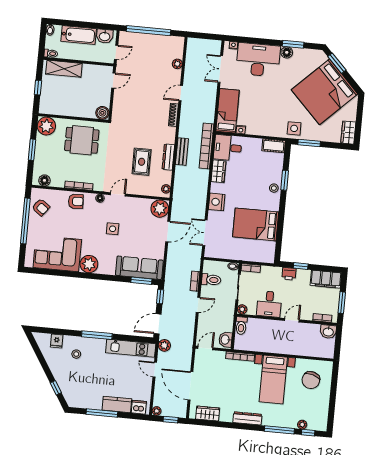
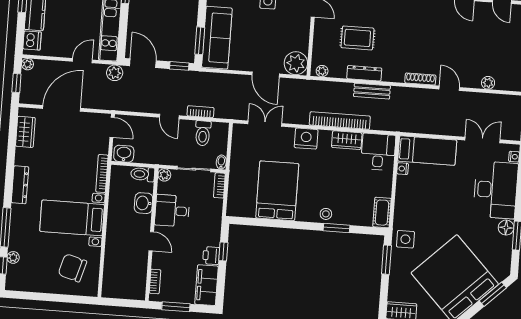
bookcase: (206, 146) -> (340, 121), moved
printer: (289, 274) -> (211, 256), moved
washbasin: (328, 332) -> (144, 203), moved

